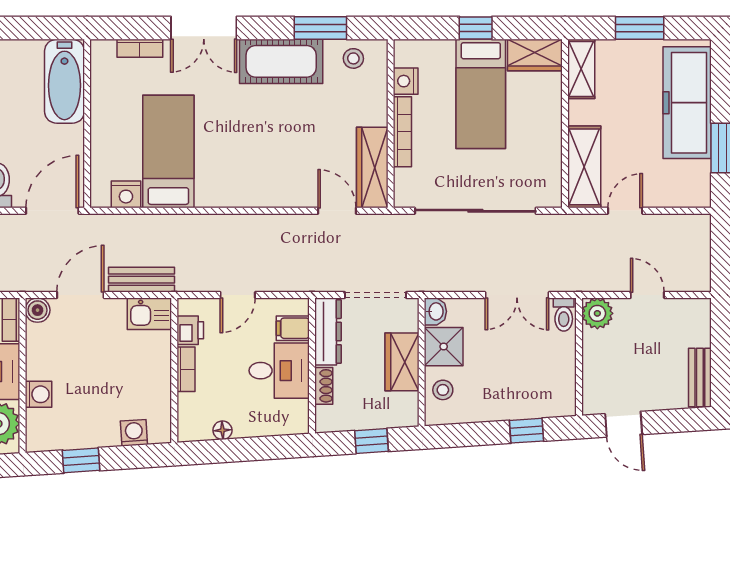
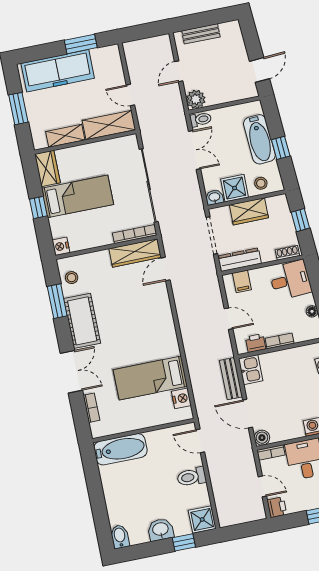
shelving: (581, 69) -> (65, 136), moved
nightstand: (406, 81) -> (61, 246), moved, turned 90
bookcase: (402, 132) -> (135, 234), moved
door: (52, 211) -> (200, 441), width x0.73
desk: (279, 371) -> (290, 280), moved, turned 86
bench: (700, 377) -> (201, 34), moved
shoe rack: (324, 386) -> (287, 253), moved
bathtub: (513, 402) -> (259, 139), added
window: (527, 431) -> (281, 148), moved

